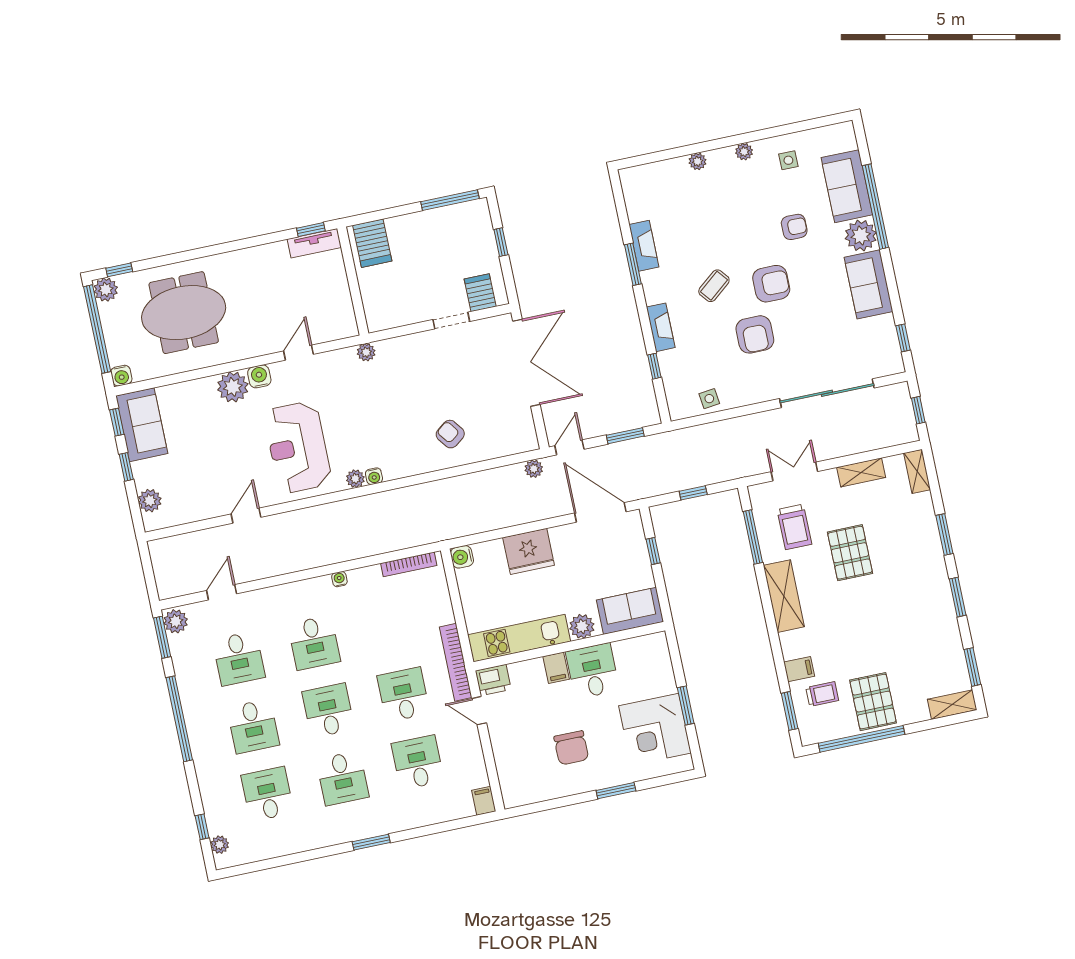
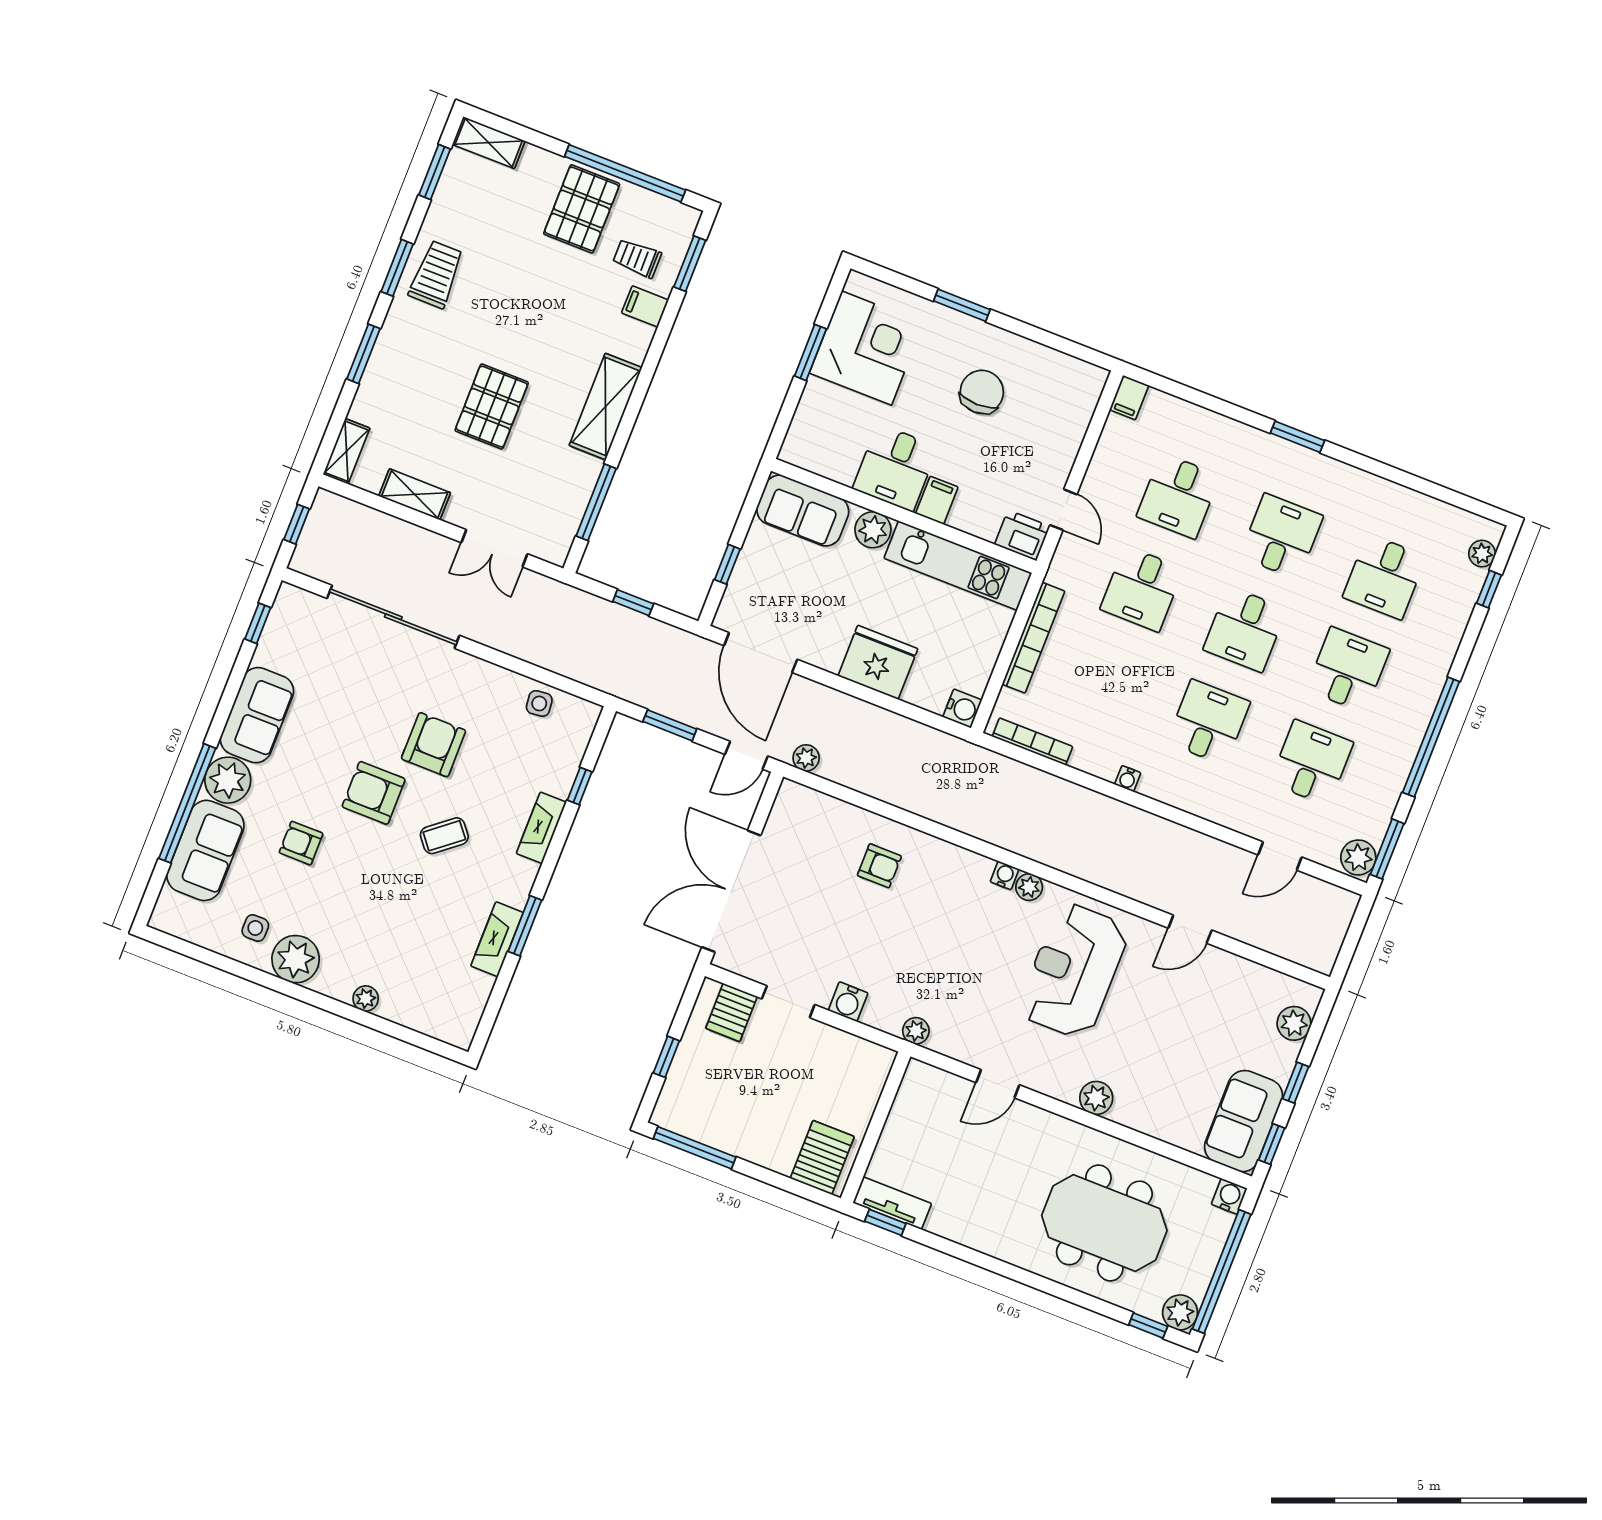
plant: (744, 152) -> (296, 959), width x1.88, depth x1.88
water cooler: (259, 376) -> (848, 1002), moved
plant: (233, 387) -> (1096, 1098), width x0.73, depth x0.73
armchair: (450, 434) -> (879, 866), turned -53
reception desk: (298, 447) -> (1074, 971), turned 180
trolley: (794, 527) -> (436, 274), moved
bookcase: (456, 662) -> (1033, 638), moved

